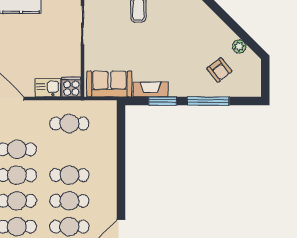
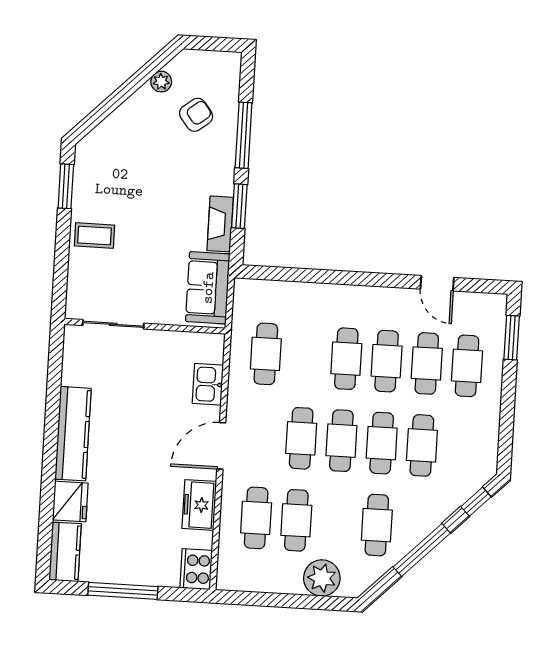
cooker: (71, 87) -> (209, 347), removed

